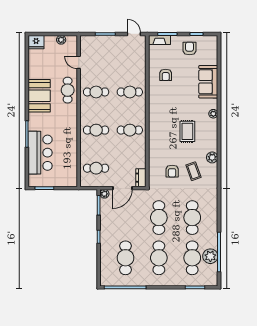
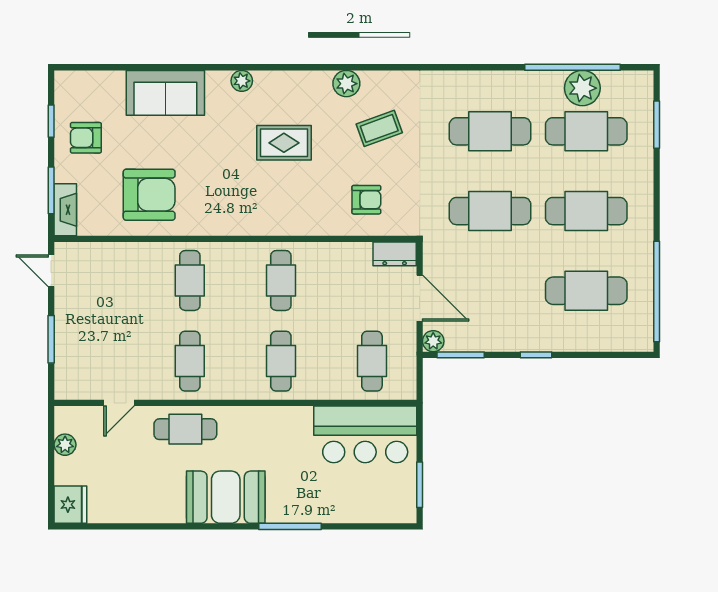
door: (134, 34) -> (51, 271), hinge flipped
armchair: (166, 75) -> (149, 195), width x1.88, depth x1.88
booth: (39, 96) -> (226, 497), moved
bar counter: (40, 153) -> (365, 434), moved, turned 180
armchair: (172, 171) -> (366, 200), moved

